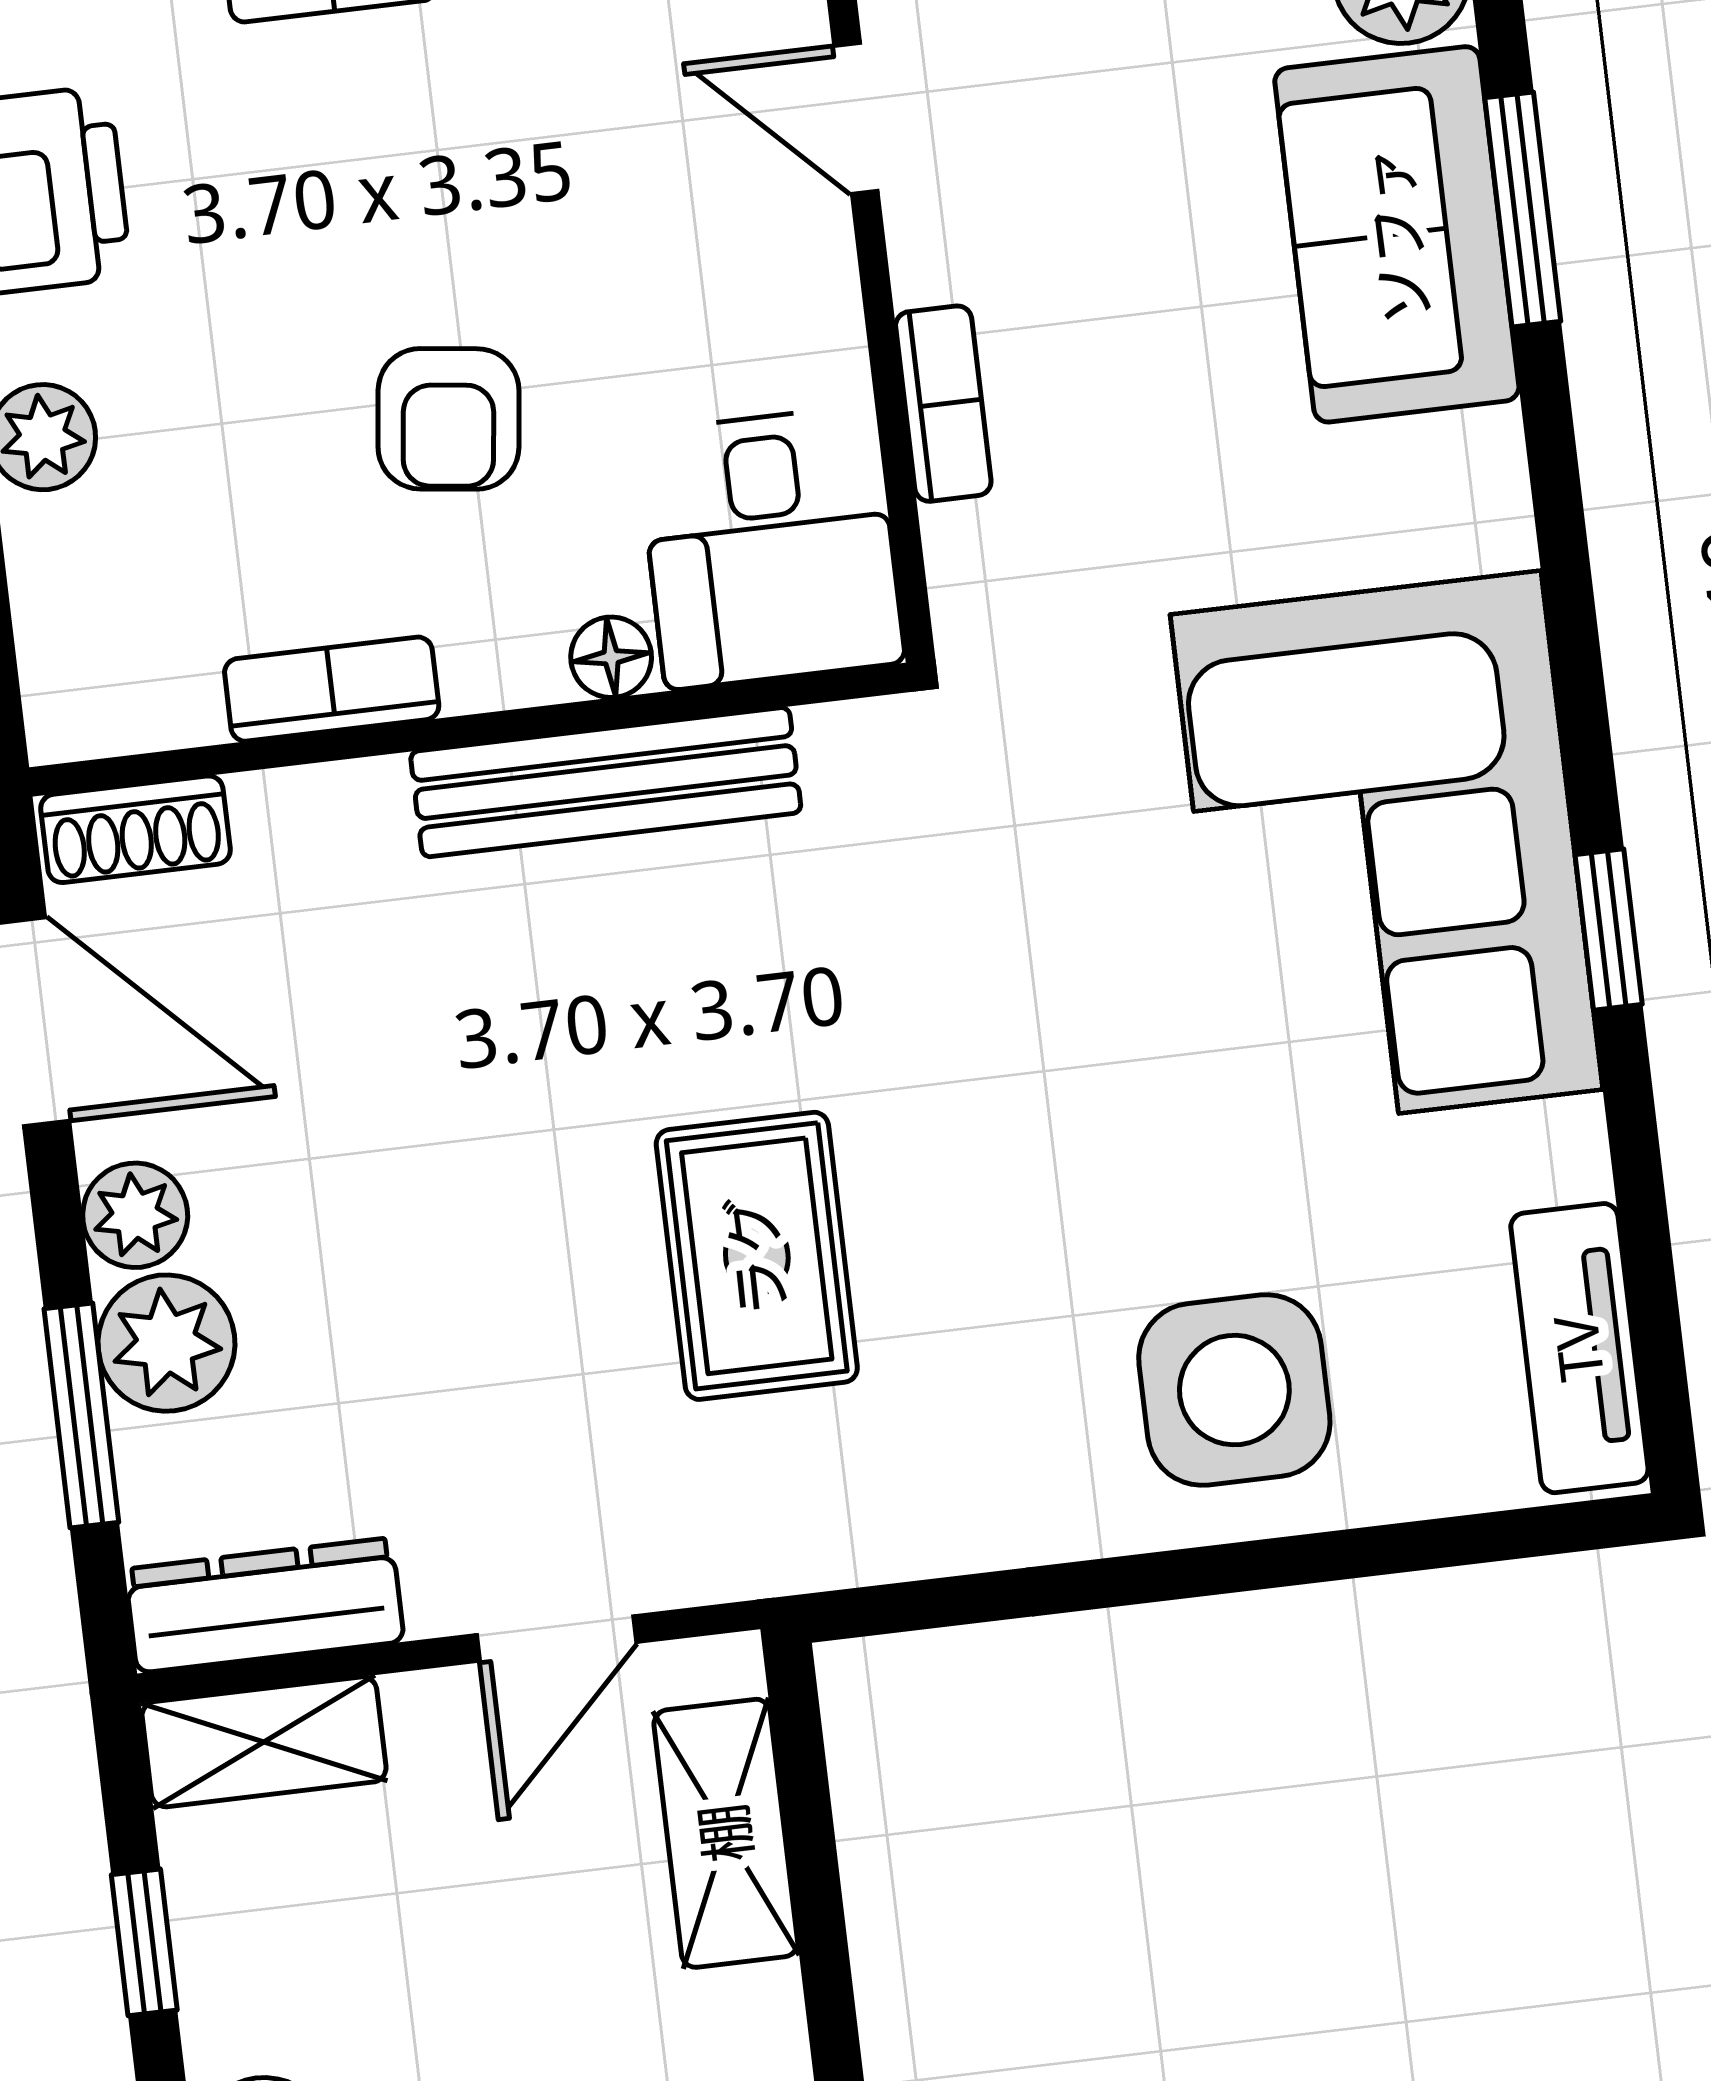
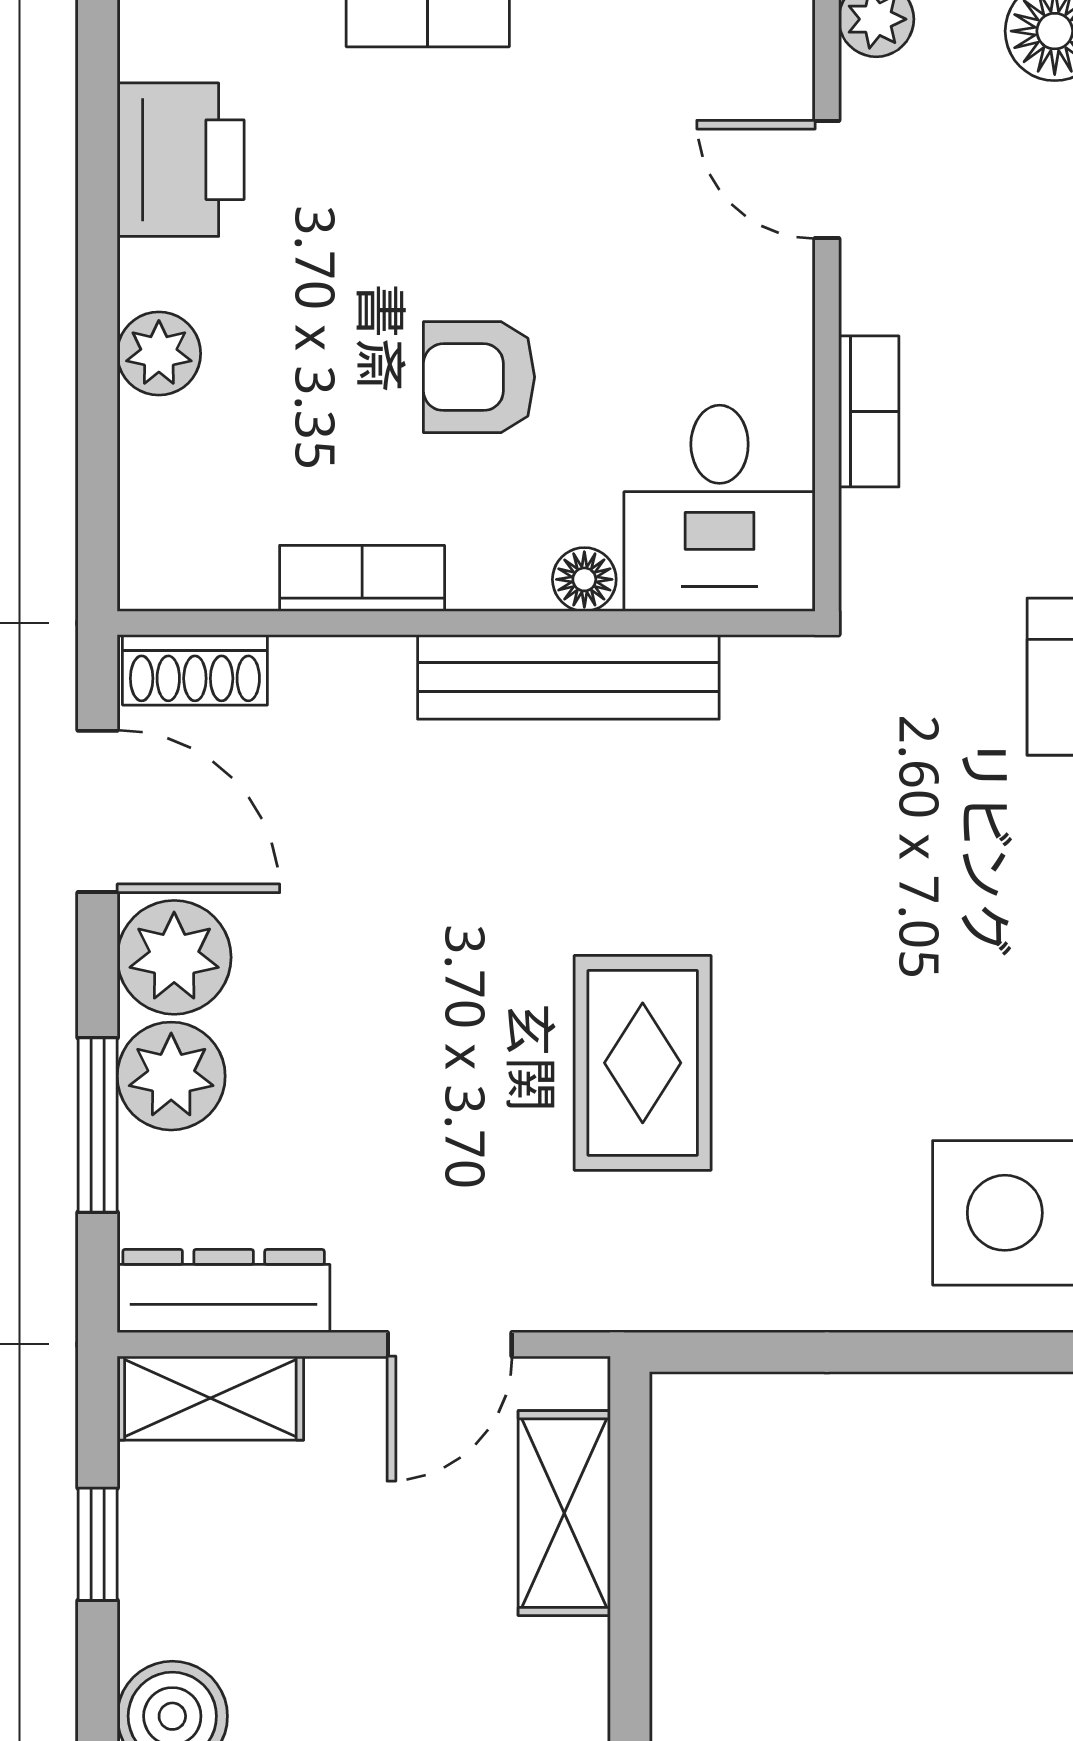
armchair: (448, 419) -> (479, 377), turned 83
plant: (135, 1215) -> (174, 957), width x1.38, depth x1.38

